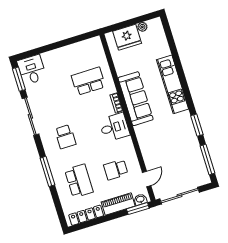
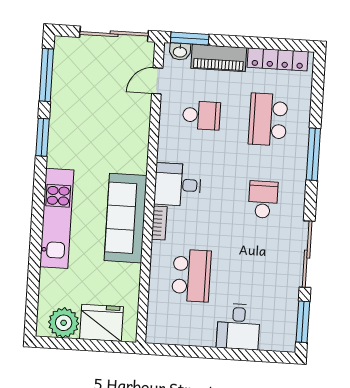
plant: (142, 27) -> (64, 323), width x1.87, depth x1.87
desk: (32, 70) -> (238, 327), moved
school desk: (88, 81) -> (191, 275), turned -90

